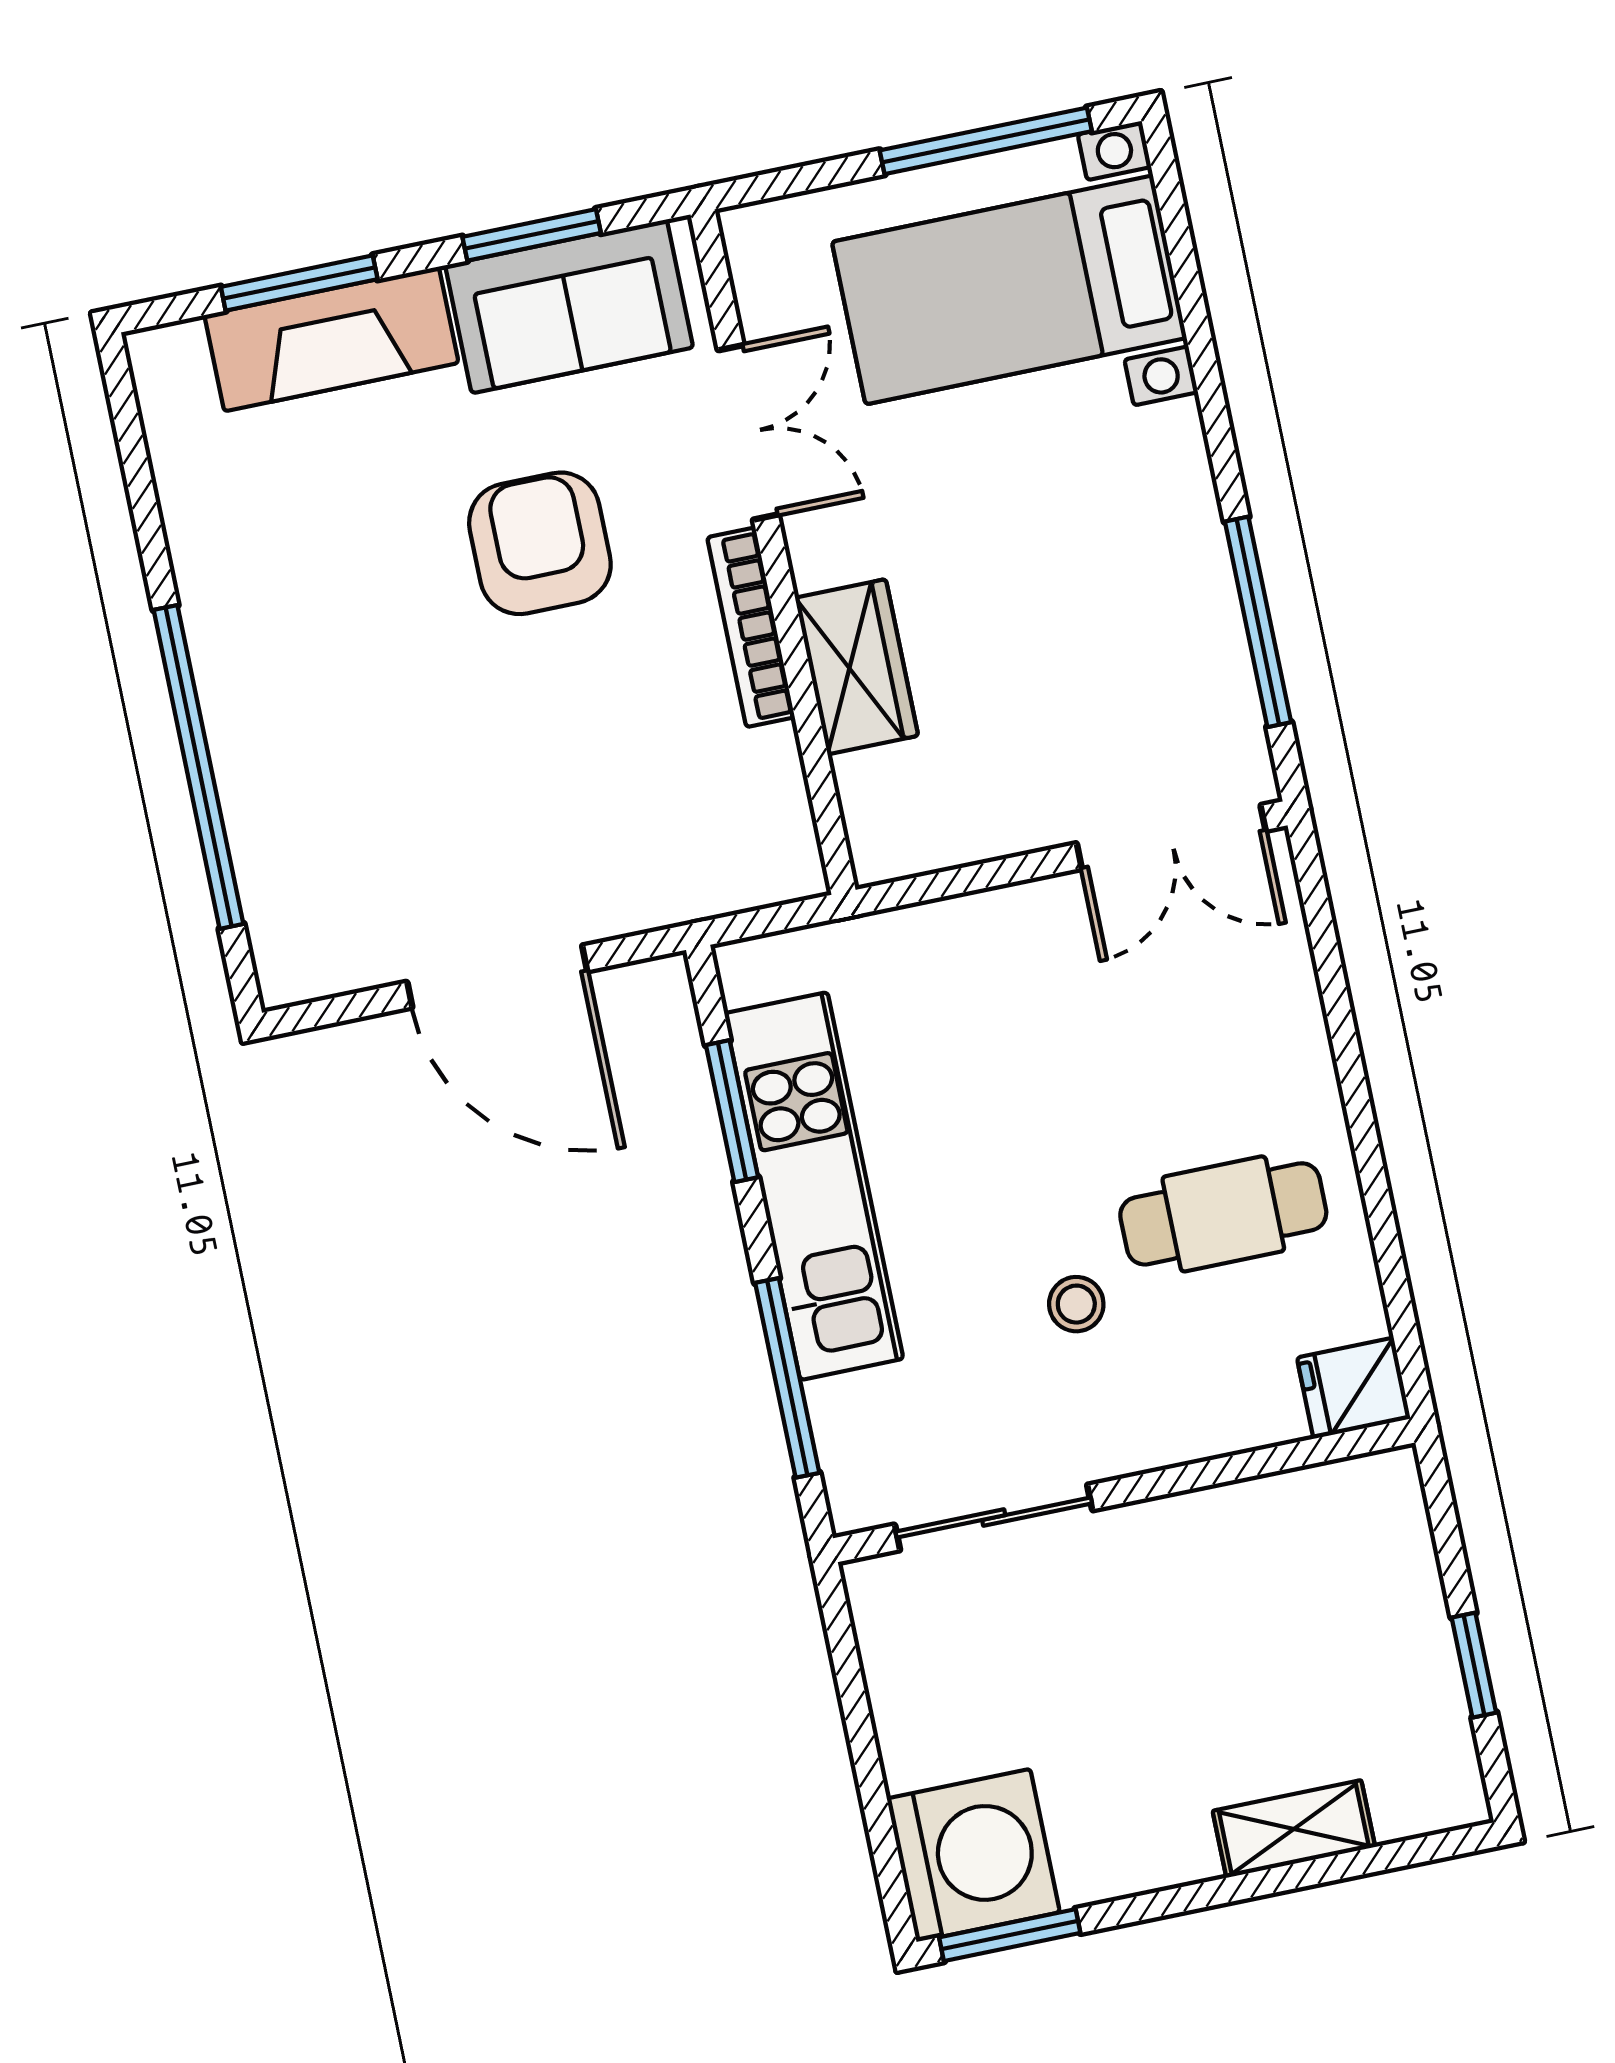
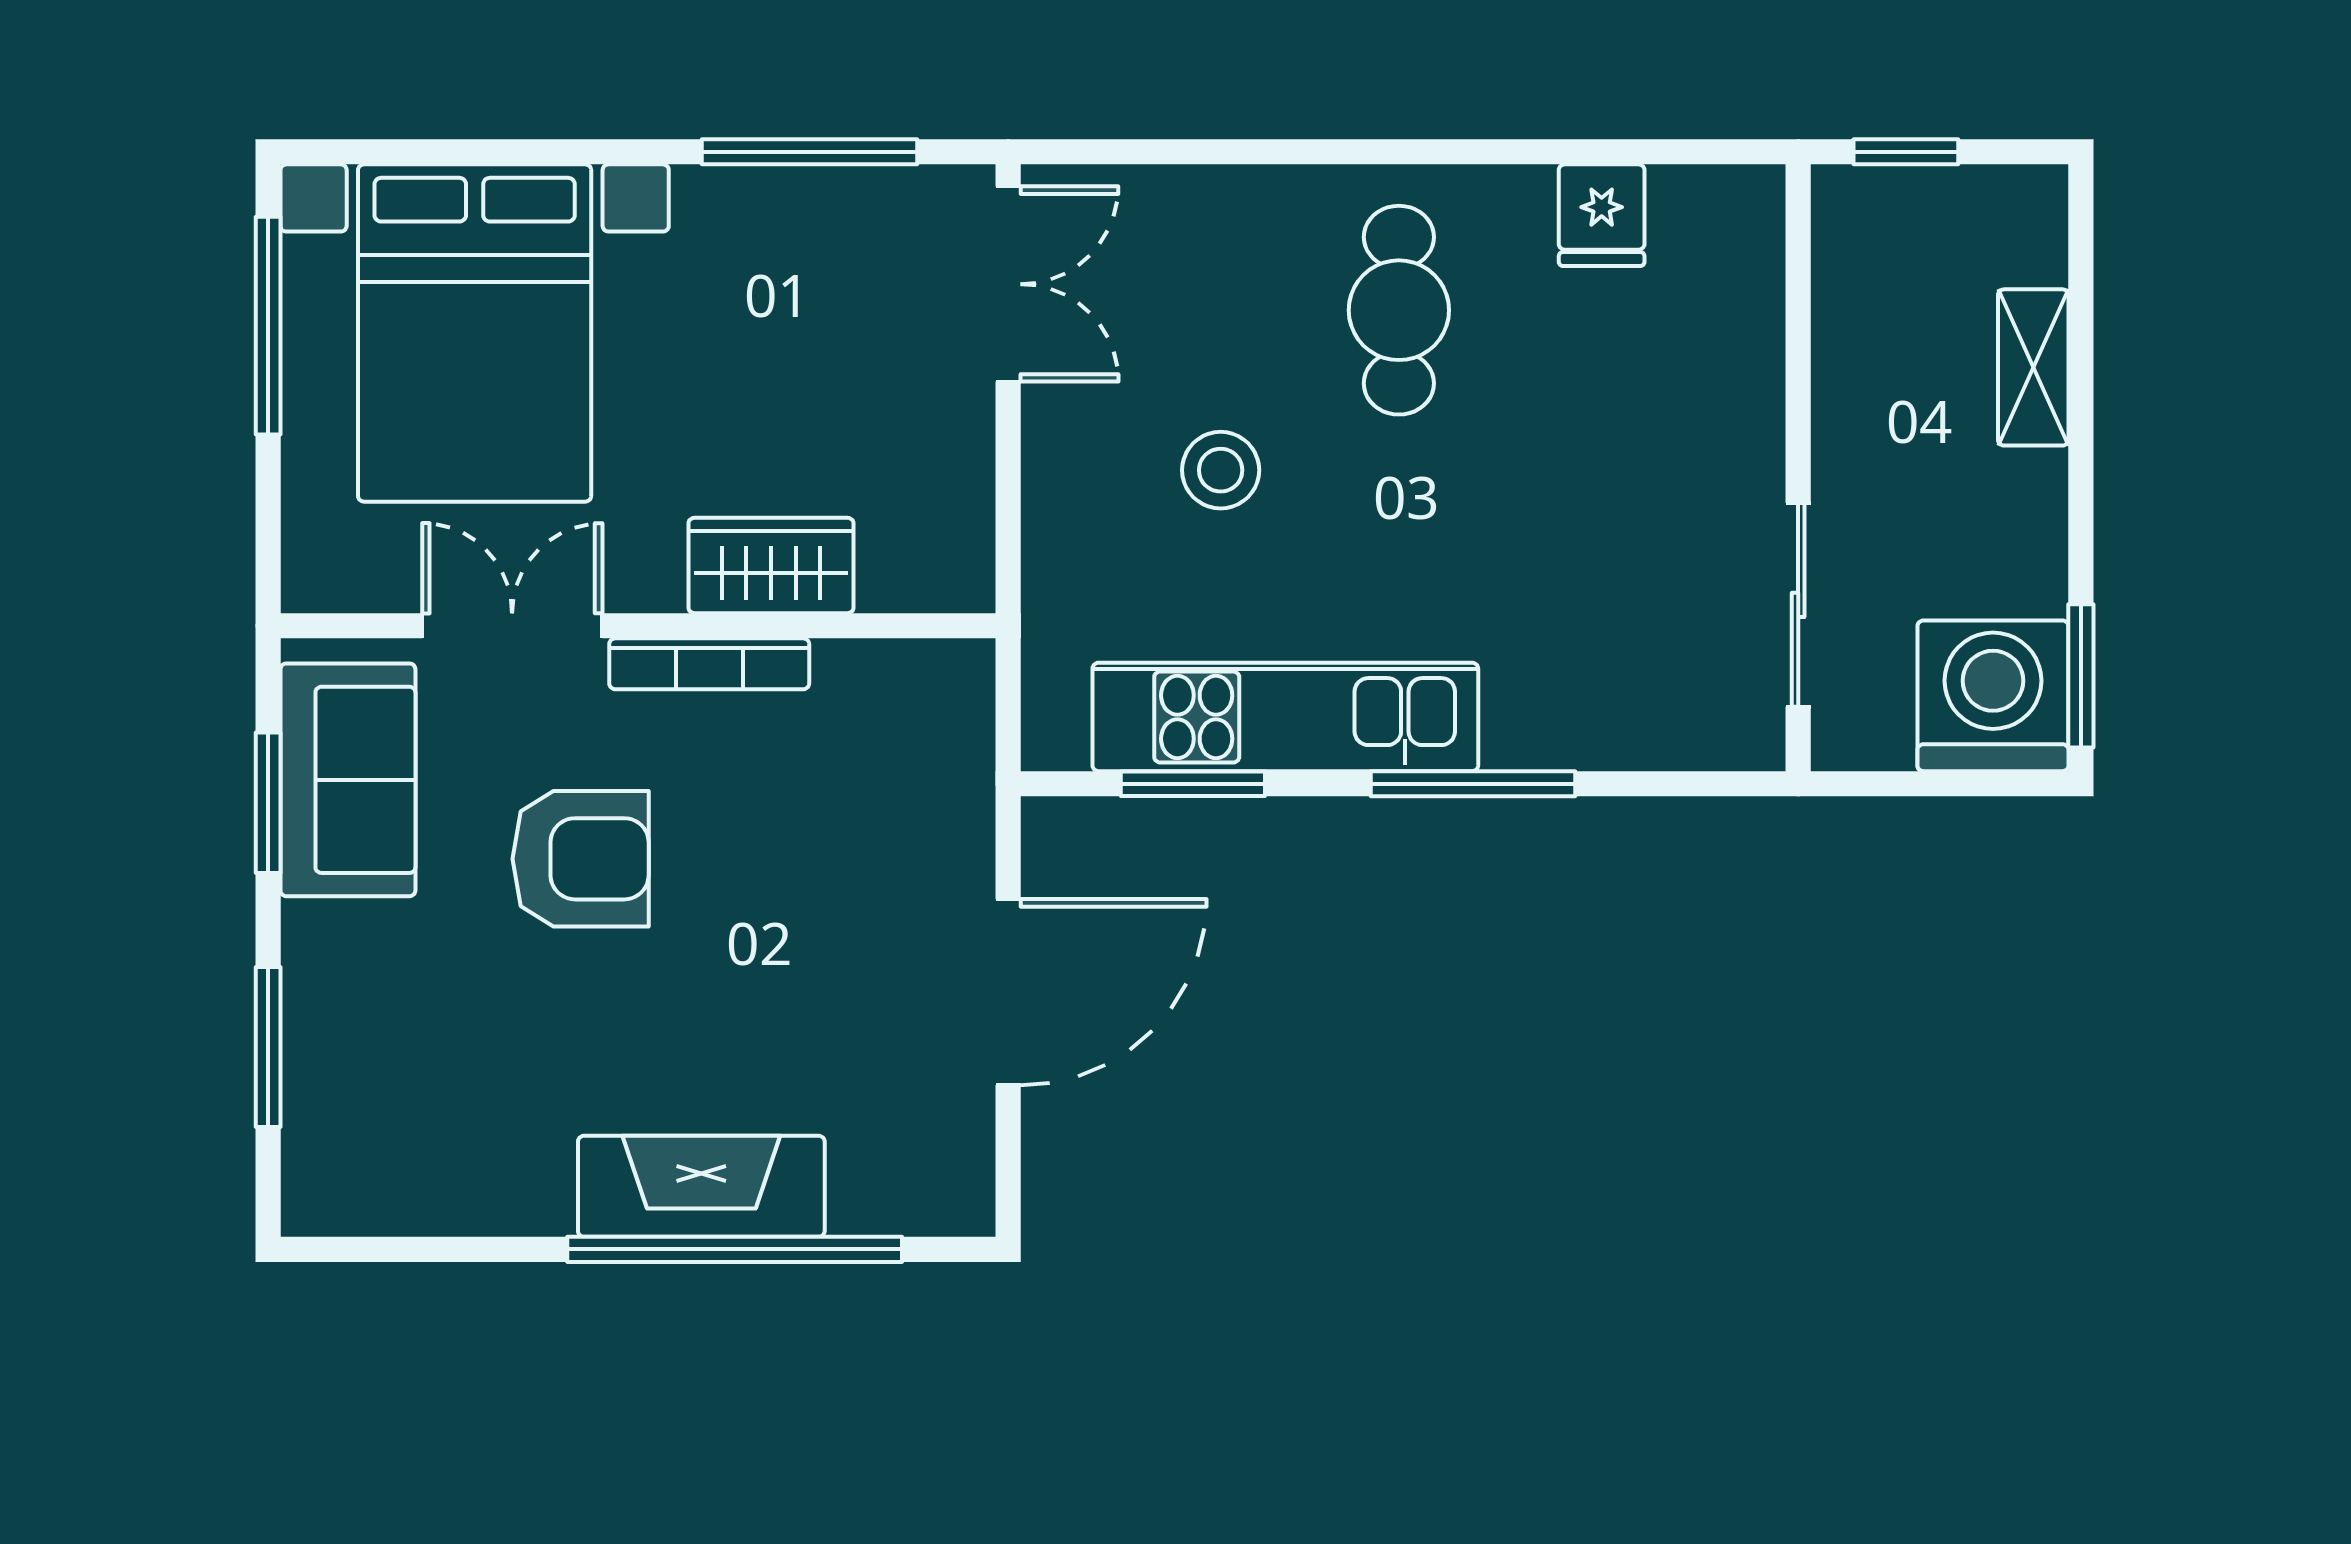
bed with nightstands: (1009, 290) -> (475, 333), width x1.36
fireplace: (331, 339) -> (701, 1186), moved, turned -90
armchair: (540, 543) -> (581, 859), turned 180
stool: (1076, 1304) -> (1221, 470), moved, width x1.37, depth x1.37
wall: (1124, 1490) -> (1798, 468), moved
sliding door: (994, 1517) -> (1798, 605), moved

